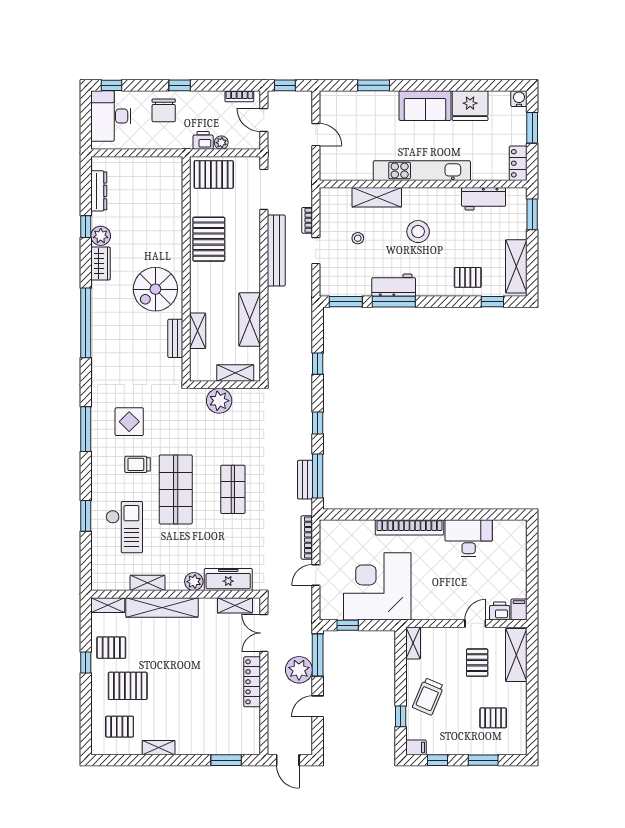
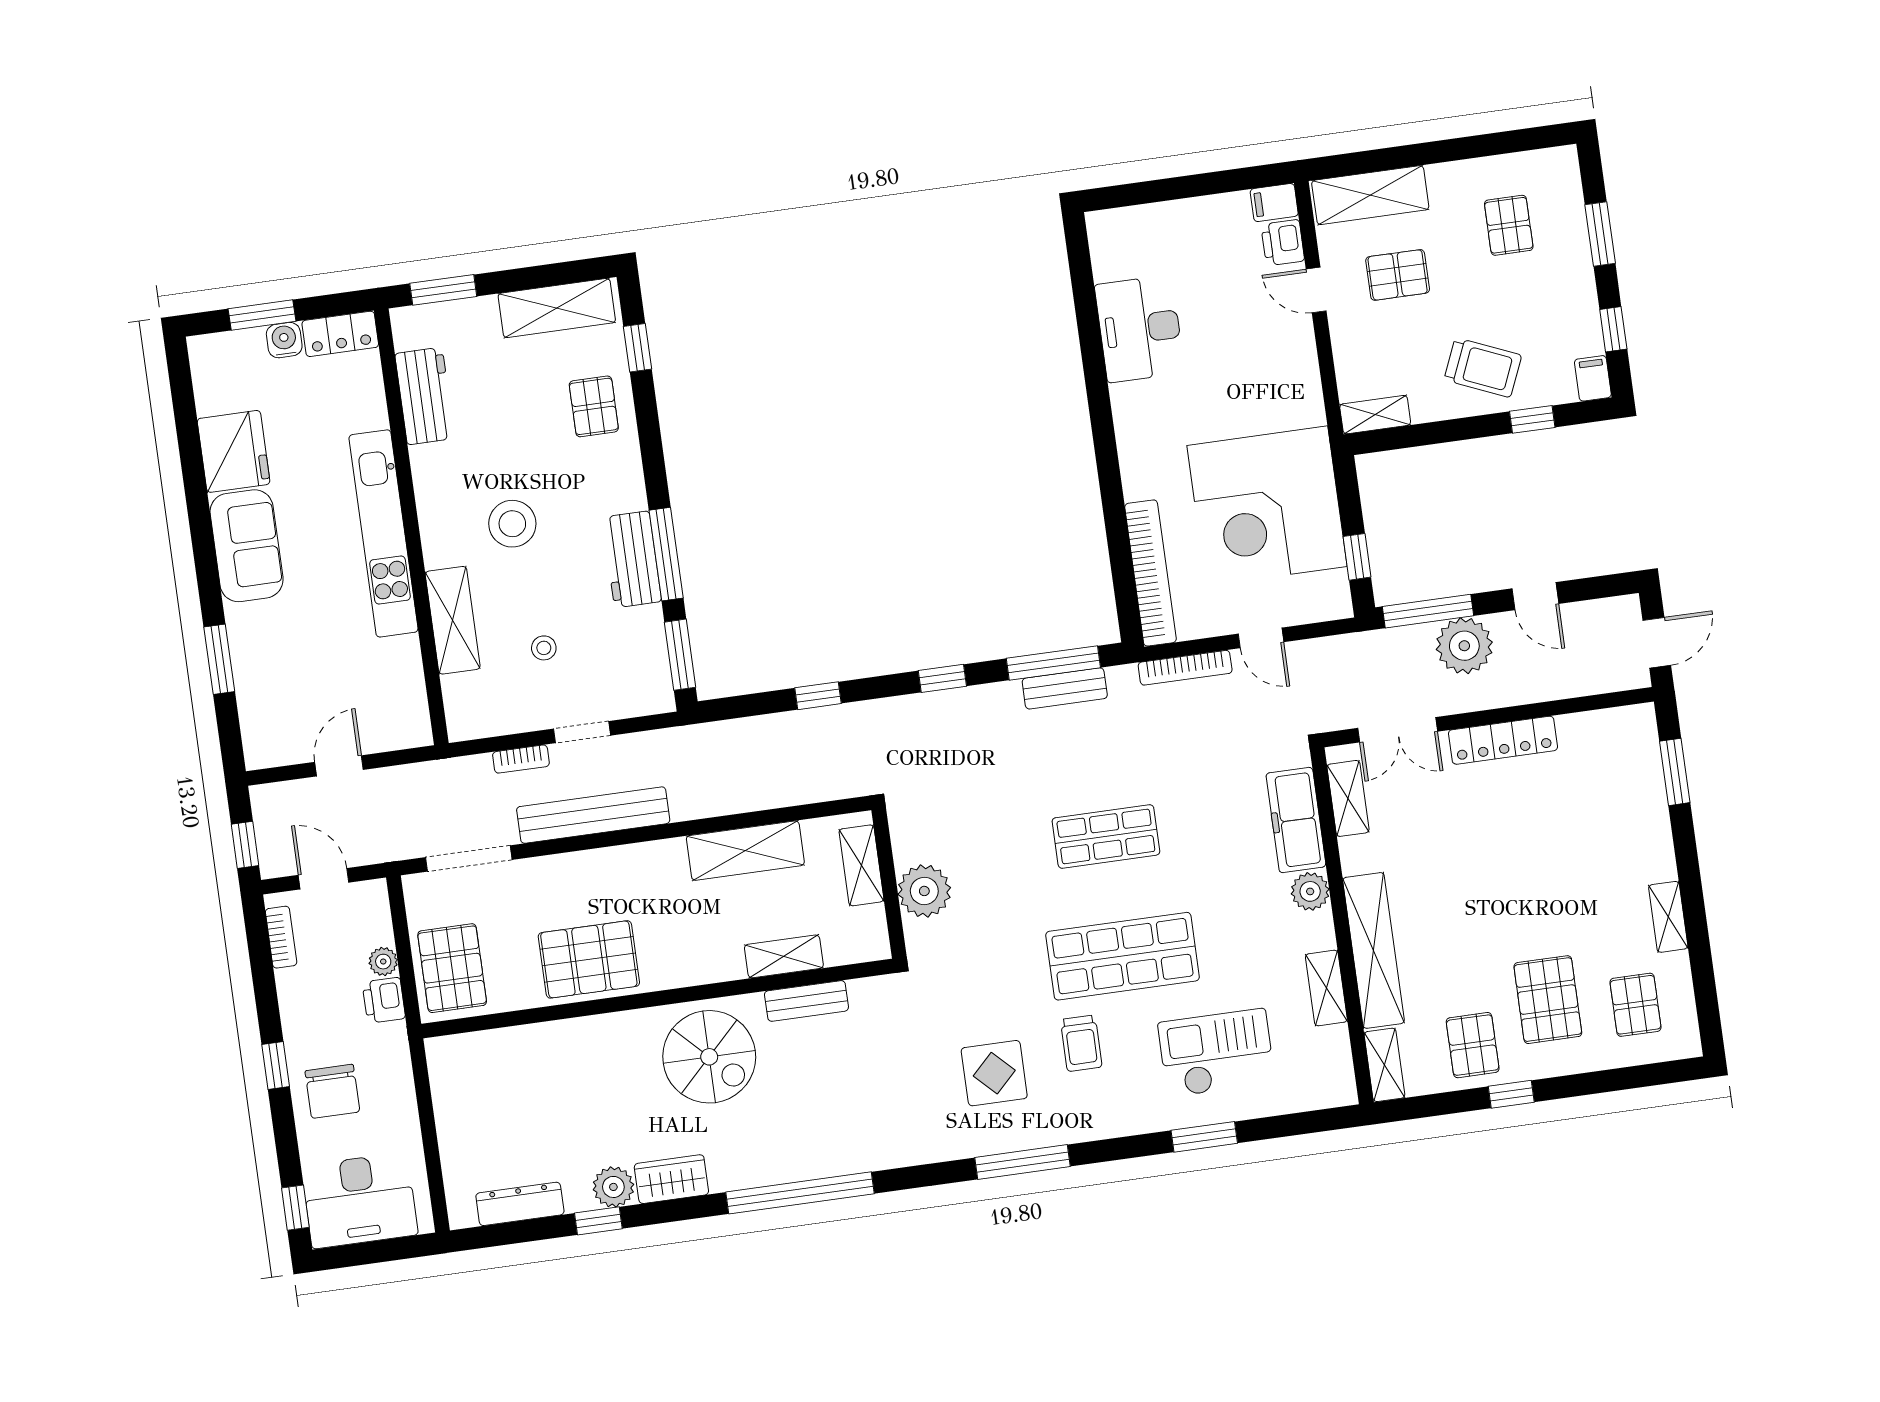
water cooler: (519, 99) -> (284, 340), moved, turned 90
chair: (164, 110) -> (332, 1091), turned 90
door: (264, 120) -> (324, 879), swing flipped
bookcase: (410, 527) -> (1150, 573), moved

